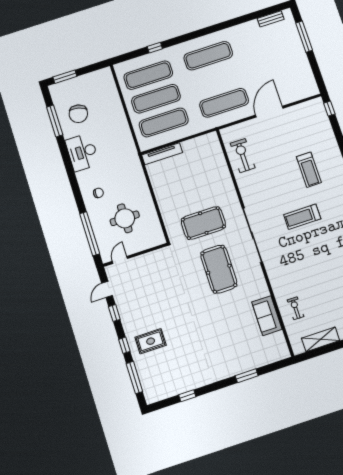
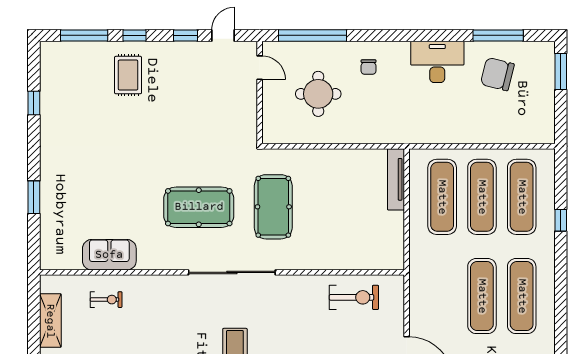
exercise mat: (224, 103) -> (482, 296), moved
door: (107, 289) -> (223, 35), hinge flipped

